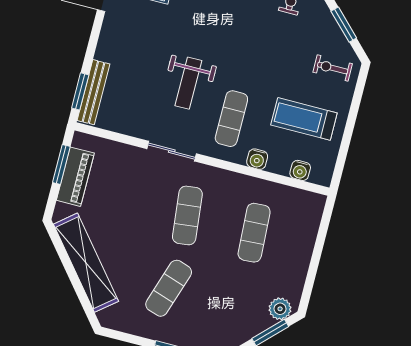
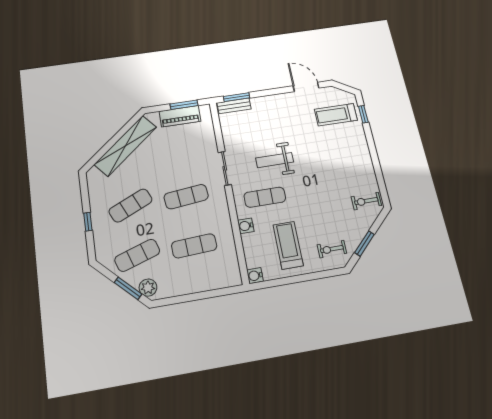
exercise bike: (333, 68) -> (332, 249), turned -90
bench: (93, 92) -> (234, 106), width x0.73
water cooler: (300, 170) -> (255, 276), moved
exercise mat: (169, 288) -> (131, 205), turned -42
exercise mat: (235, 305) -> (137, 255), added

